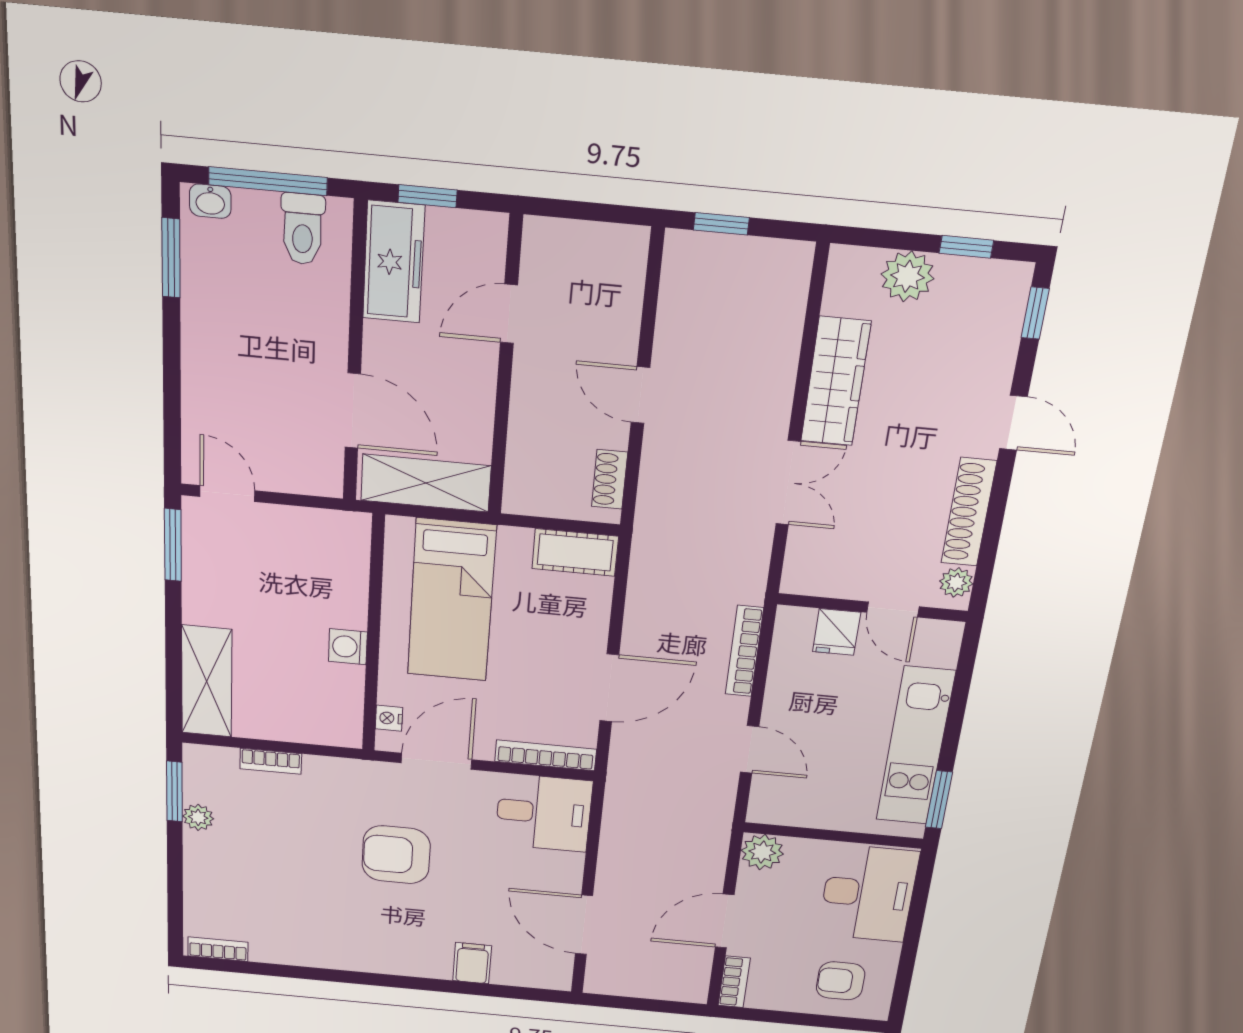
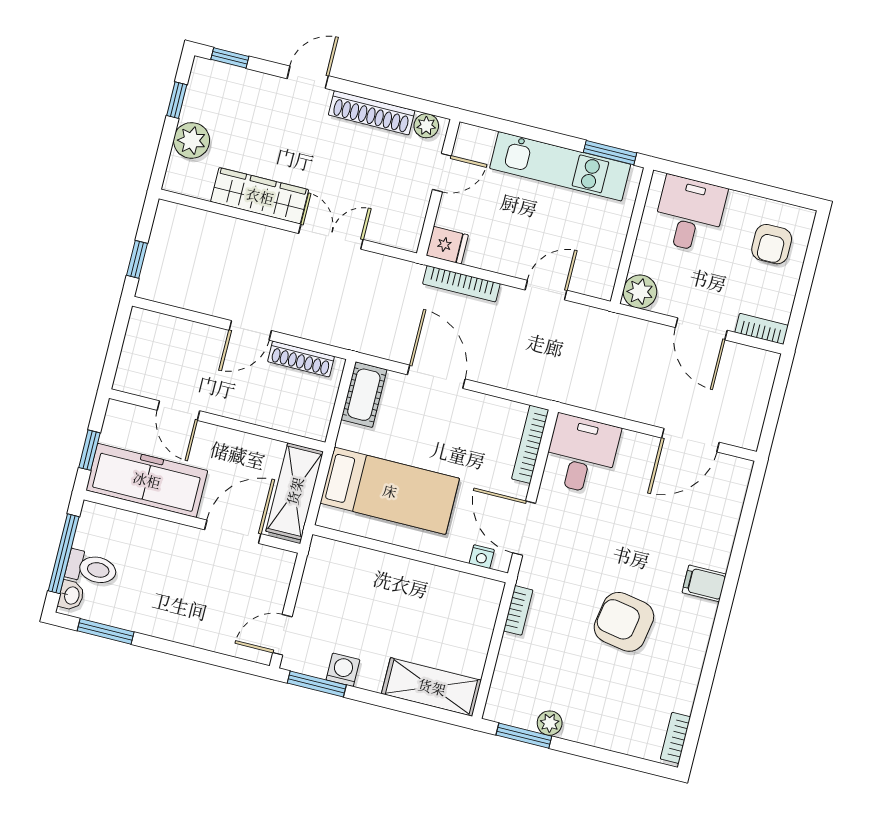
toilet: (303, 229) -> (92, 568), moved
freezer: (394, 262) -> (147, 480), width x1.36, depth x1.26
shoe rack: (610, 479) -> (301, 359), width x1.43
fridge: (837, 632) -> (447, 245), moved
washing machine: (348, 647) -> (343, 670), moved, turned 180
door: (609, 688) -> (436, 377), moved
bookcase: (271, 761) -> (518, 610), moved
armchair: (396, 855) -> (624, 622), moved, turned 100
desk: (868, 893) -> (690, 214), width x0.73
filing cabinet: (472, 963) -> (704, 583), moved

